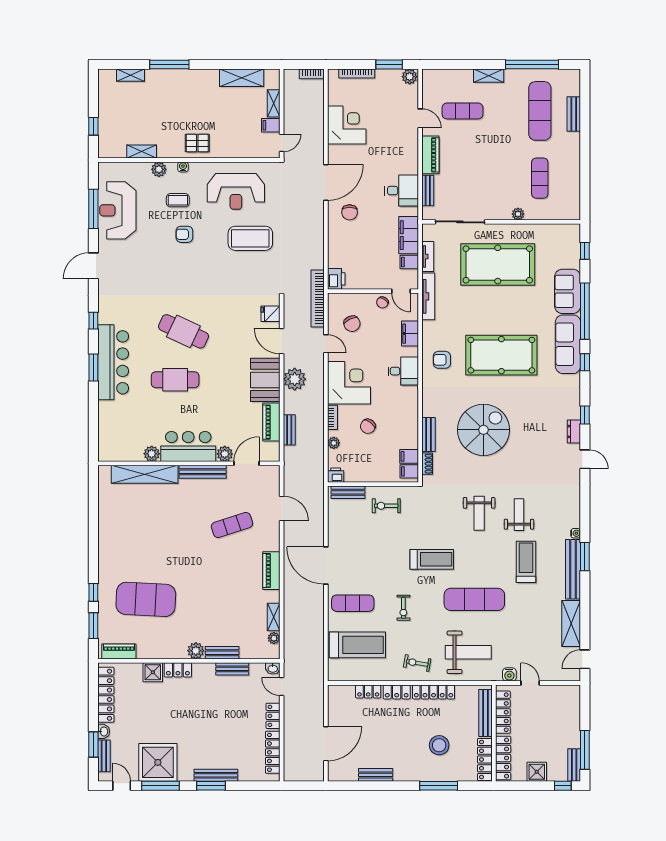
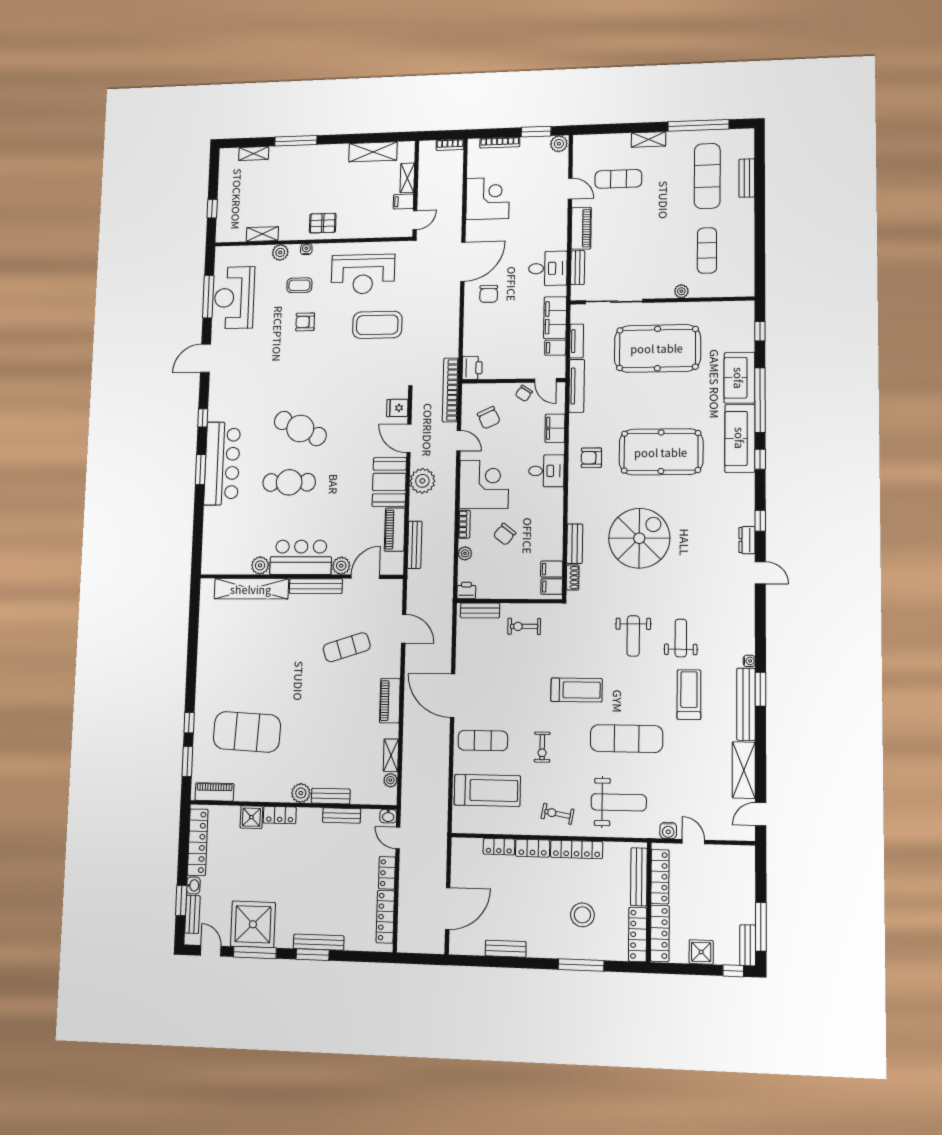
bench: (289, 430) -> (415, 545), width x1.36

